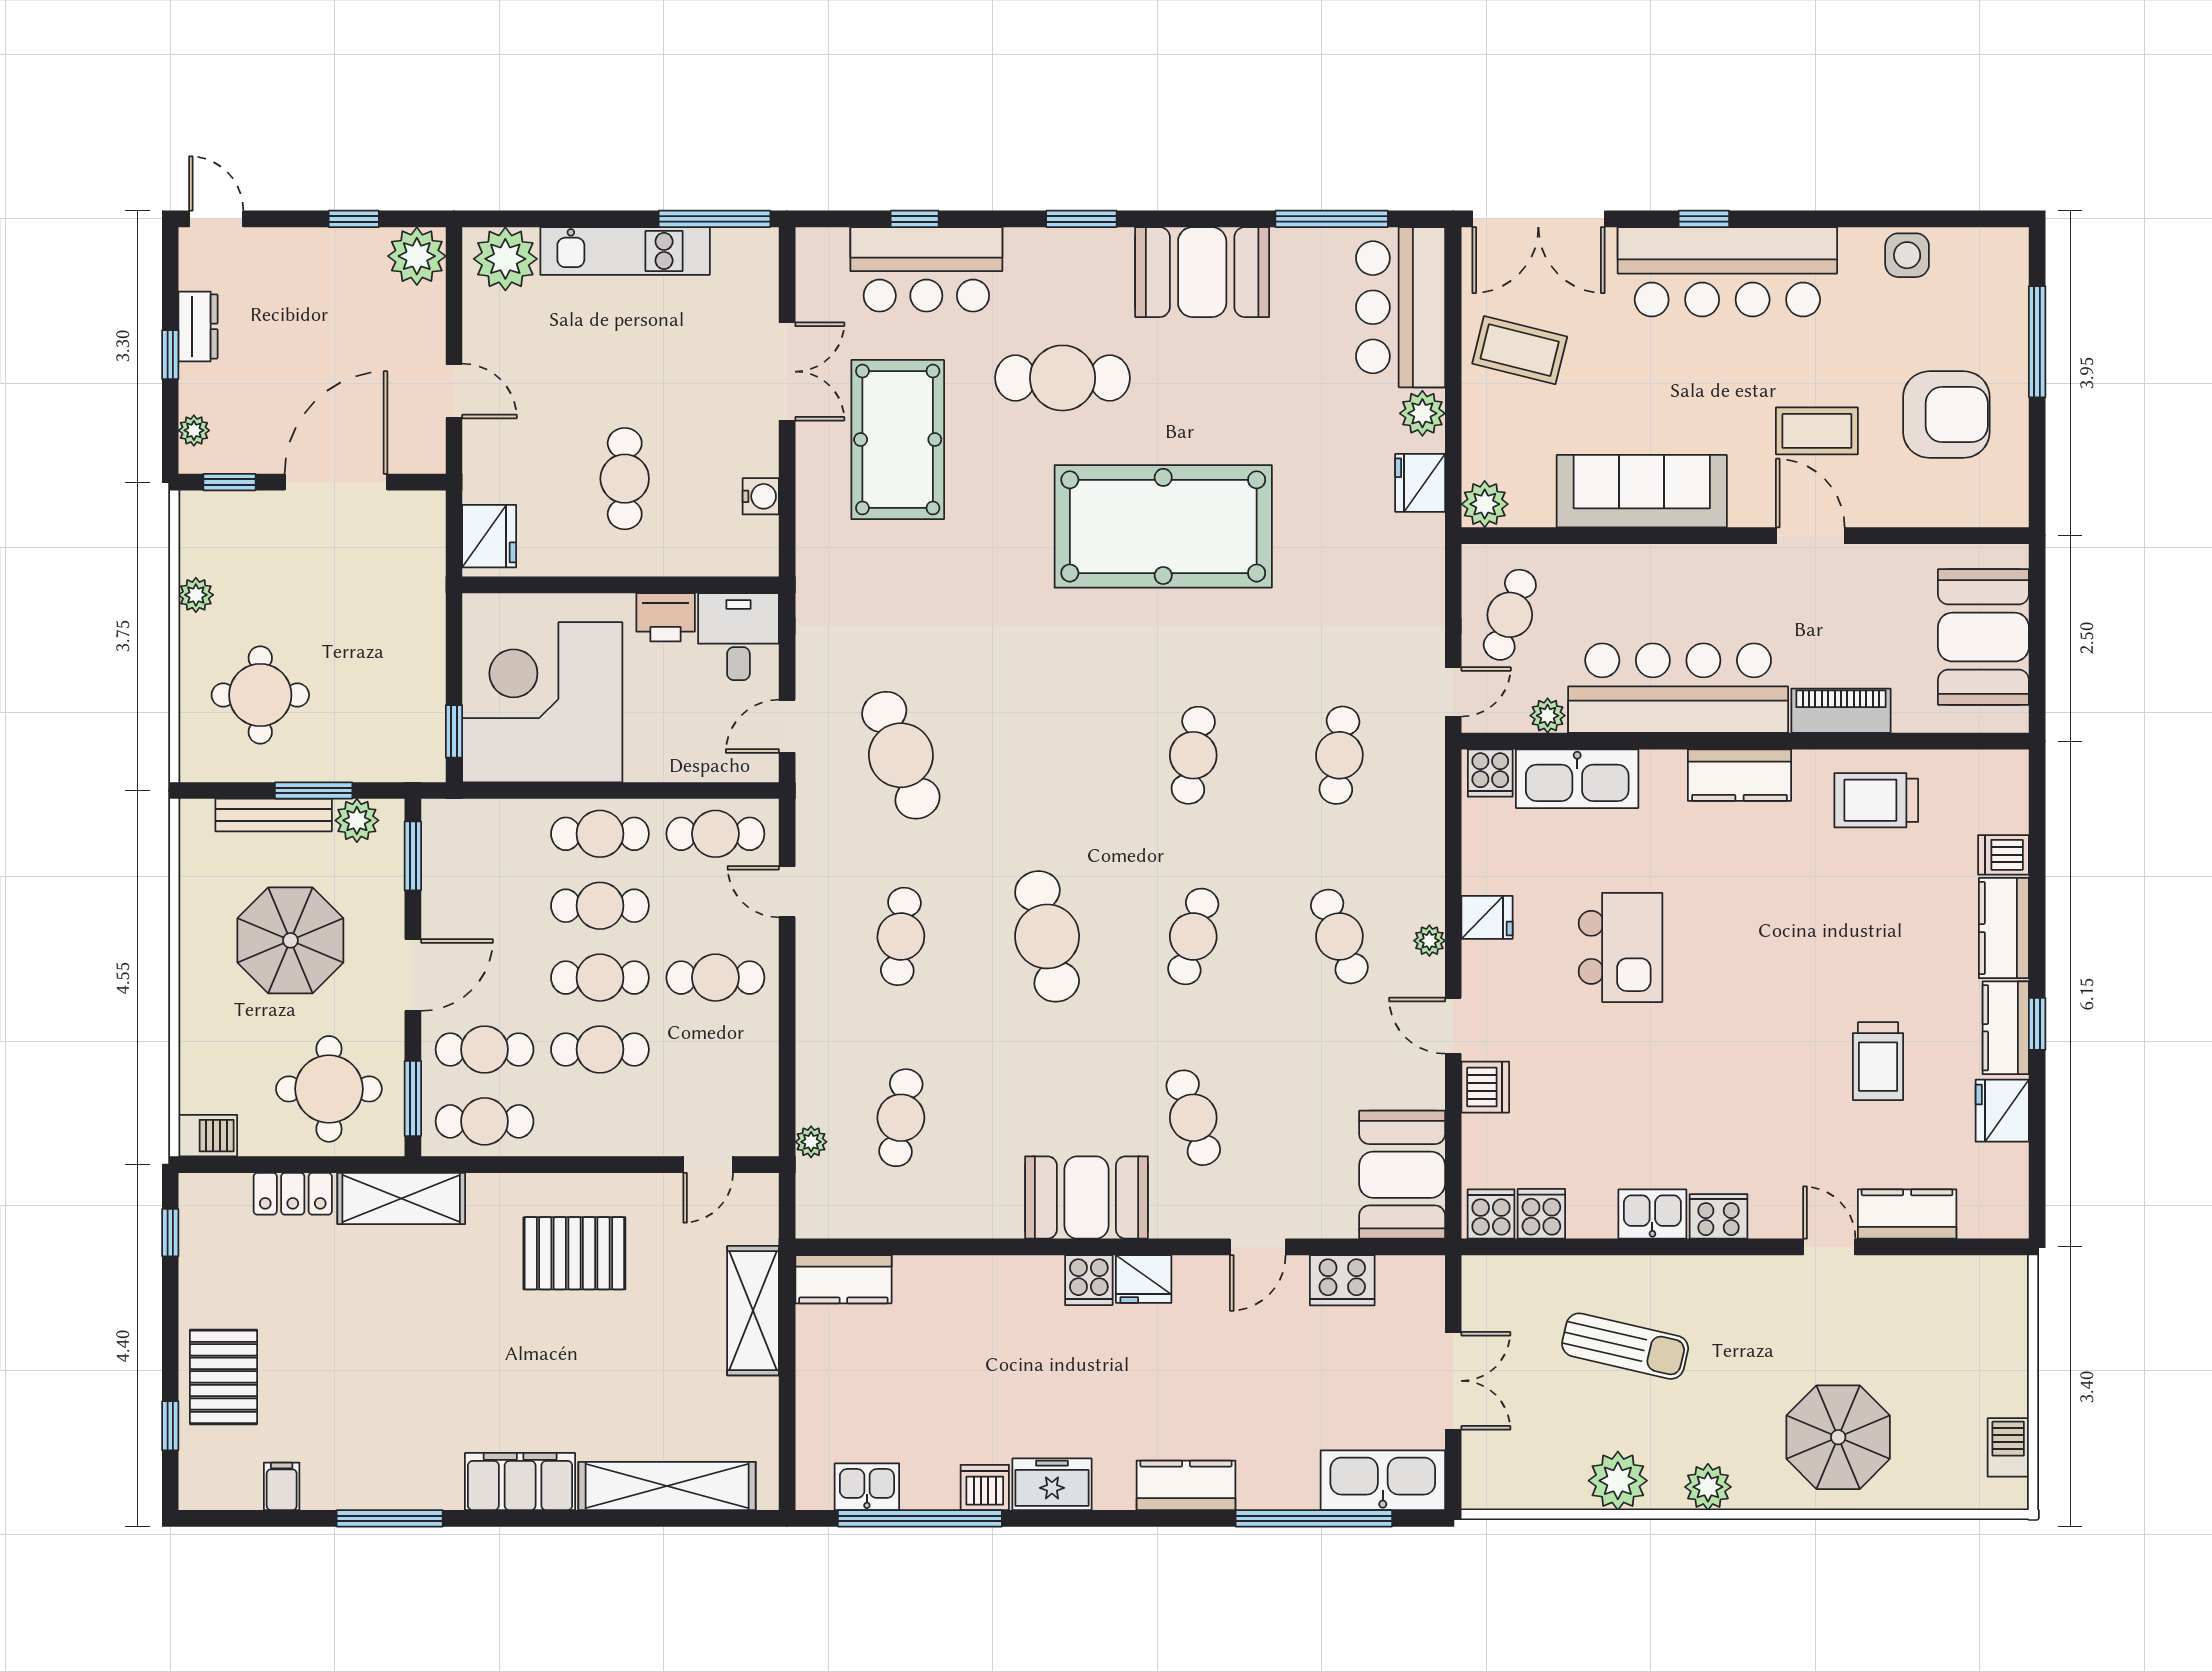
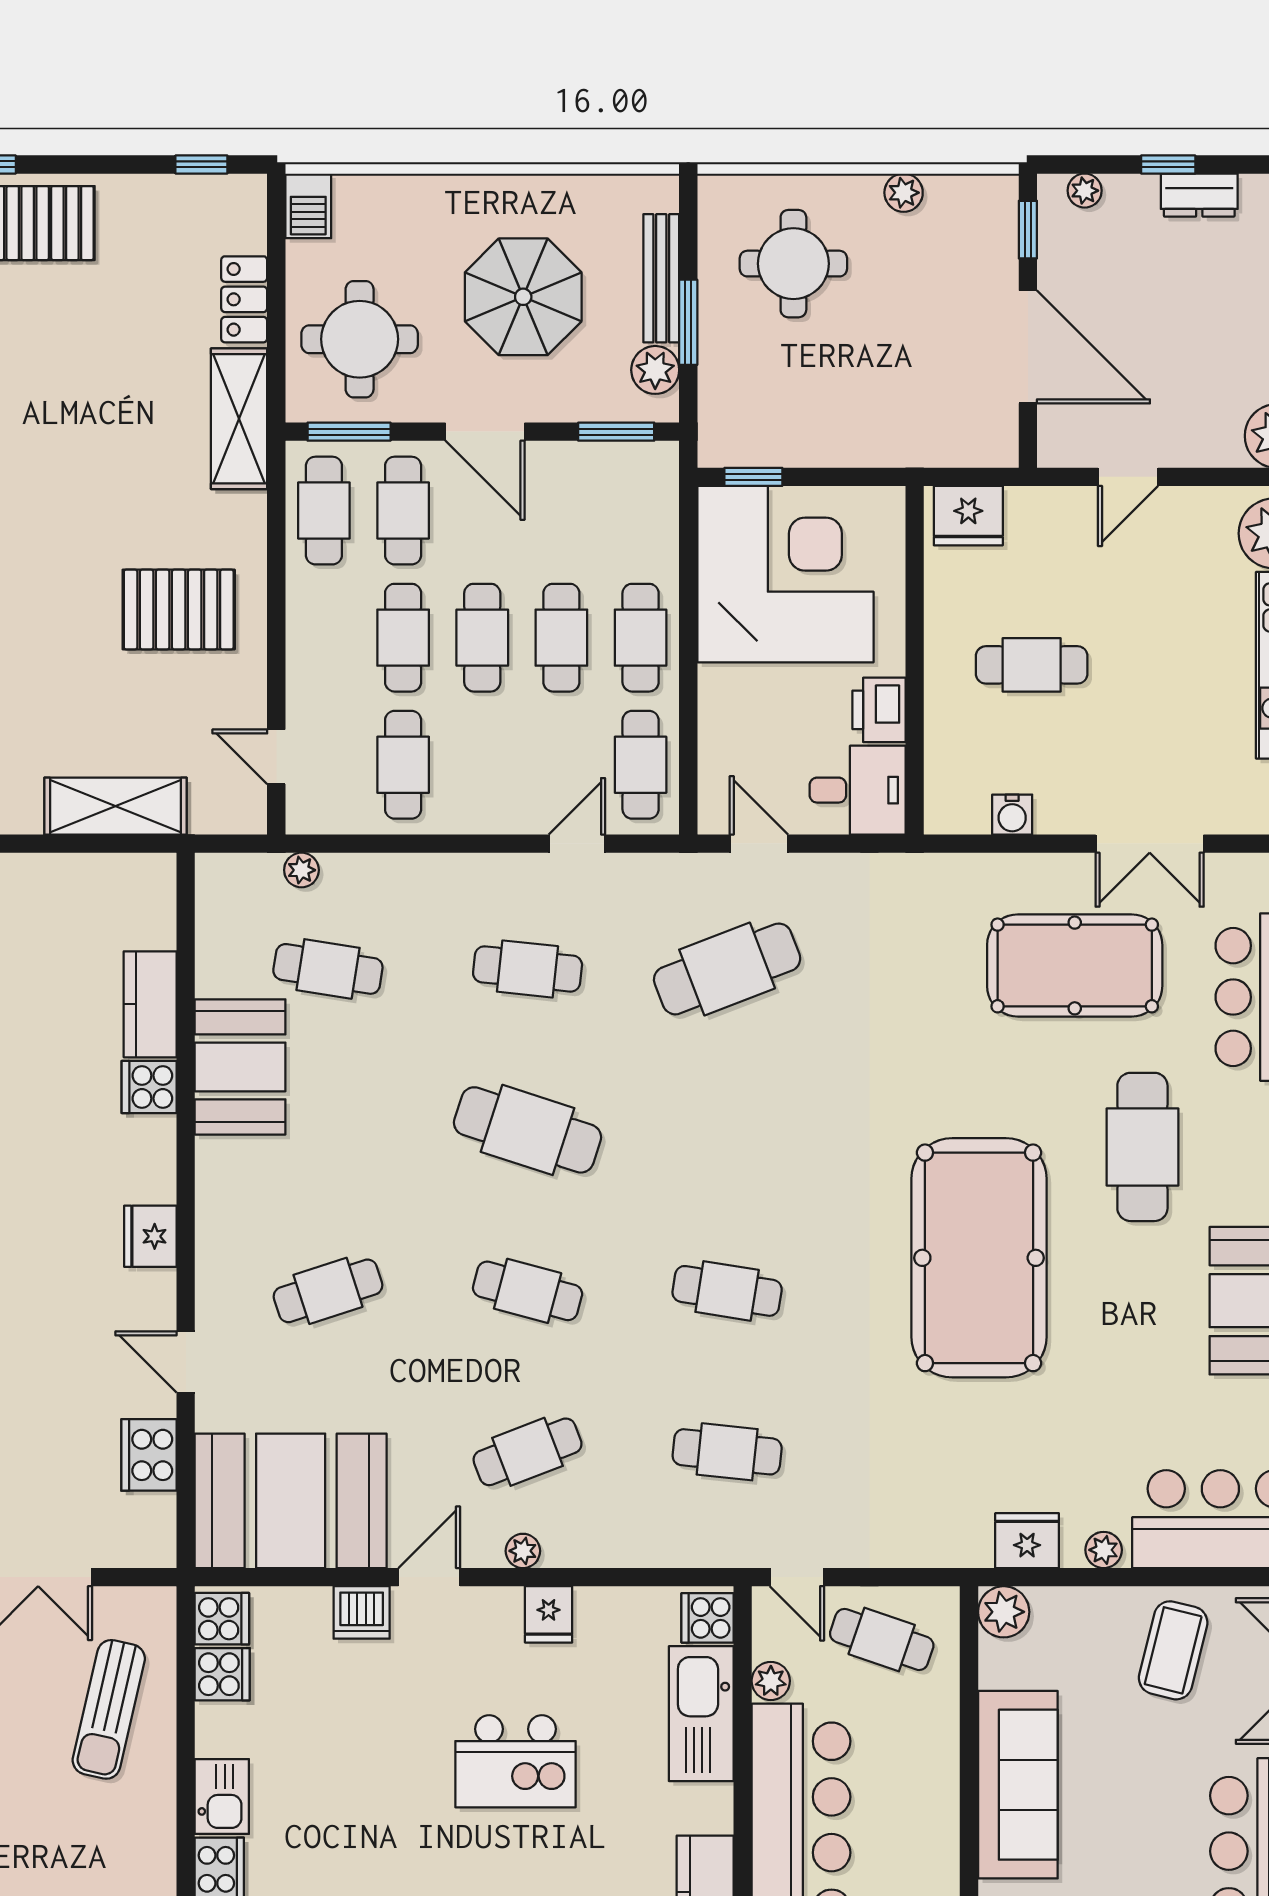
plant: (1422, 413) -> (1104, 1550), width x0.73, depth x0.73
cafe table: (1047, 936) -> (528, 1130), turned 30
cafe table: (715, 978) -> (403, 765), moved
booth: (1402, 1175) -> (291, 1501), width x1.36, depth x1.42
booth: (1086, 1197) -> (240, 1067), moved
pallet: (574, 1253) -> (179, 610), turned 90
kitchen counter: (843, 1279) -> (150, 1004), moved
cooker: (1089, 1280) -> (149, 1087), moved
sun lounger: (1625, 1346) -> (109, 1709), moved

